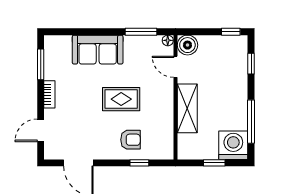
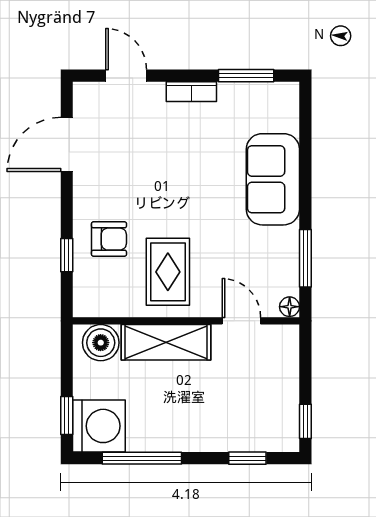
boiler: (187, 45) -> (101, 343), moved
door: (175, 67) -> (241, 321), hinge flipped
rug: (121, 99) -> (168, 272), moved
armchair: (130, 140) -> (109, 239), turned -90
window: (214, 163) -> (67, 416), moved

